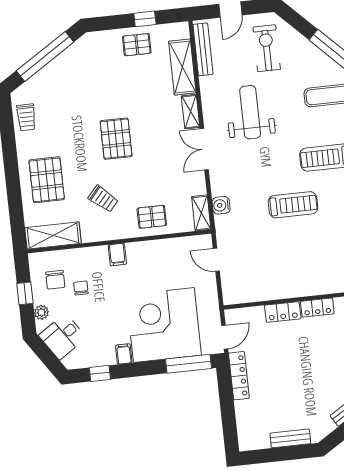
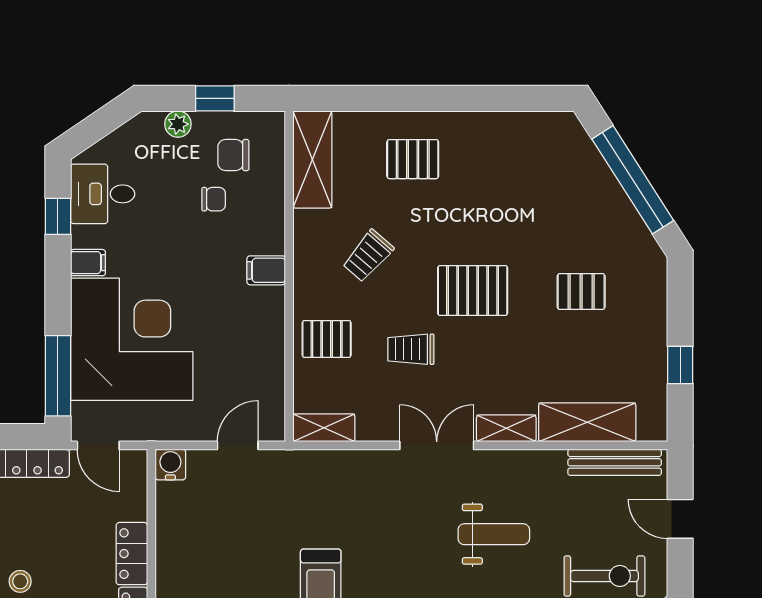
pallet: (137, 45) -> (581, 292), moved, turned 90
weight bench: (250, 112) -> (494, 534), width x0.73, depth x0.75
trolley: (26, 117) -> (411, 349), moved
pallet: (47, 180) -> (413, 159), width x0.67, depth x0.71
water cooler: (221, 205) -> (170, 465), moved
pallet: (152, 217) -> (327, 339), turned 90
desk: (62, 336) -> (103, 194), moved, turned -56
stool: (305, 372) -> (20, 581), added

